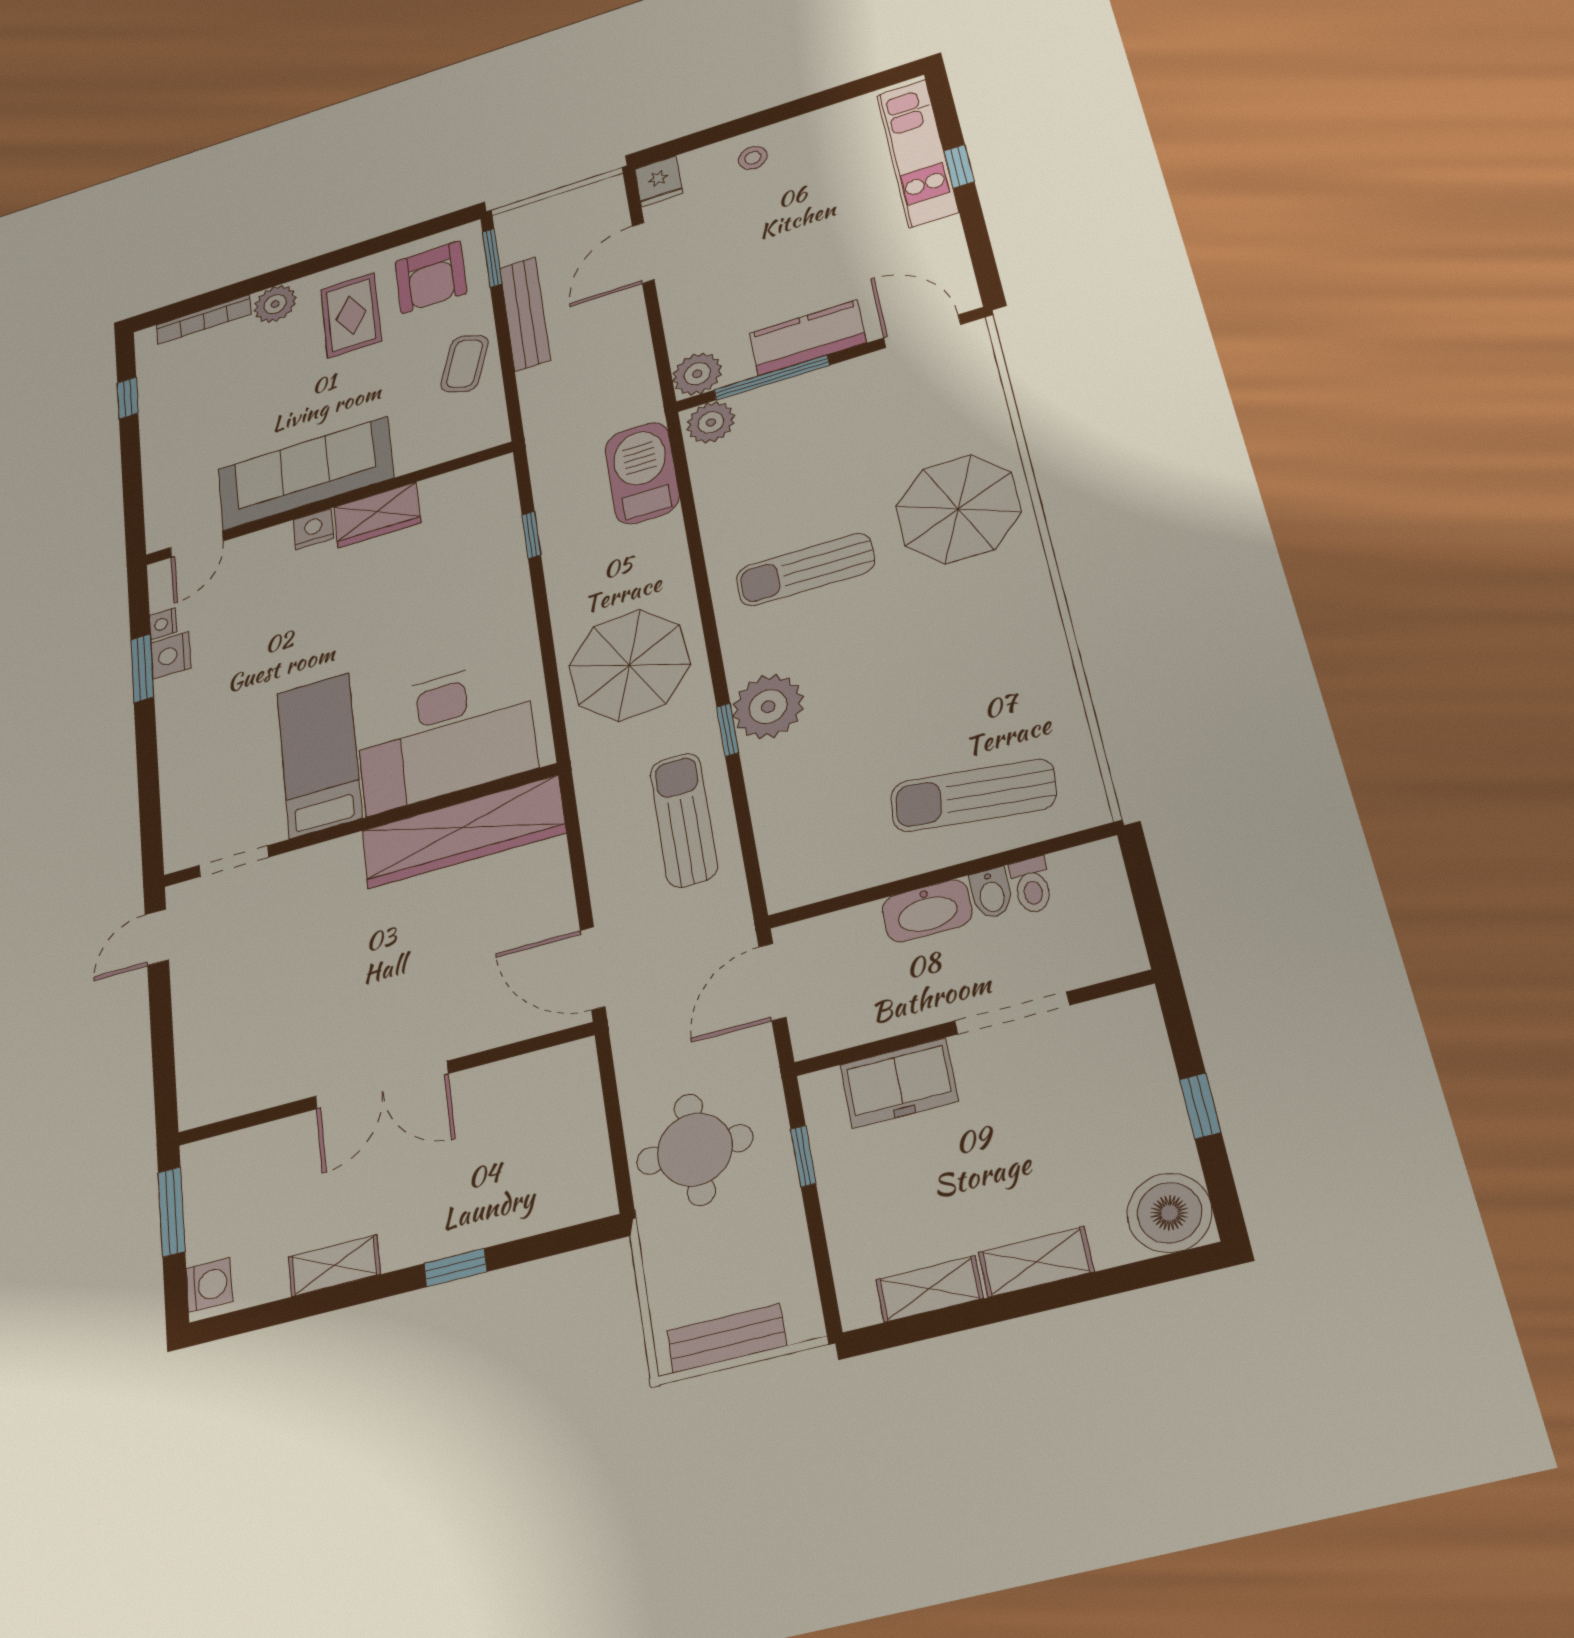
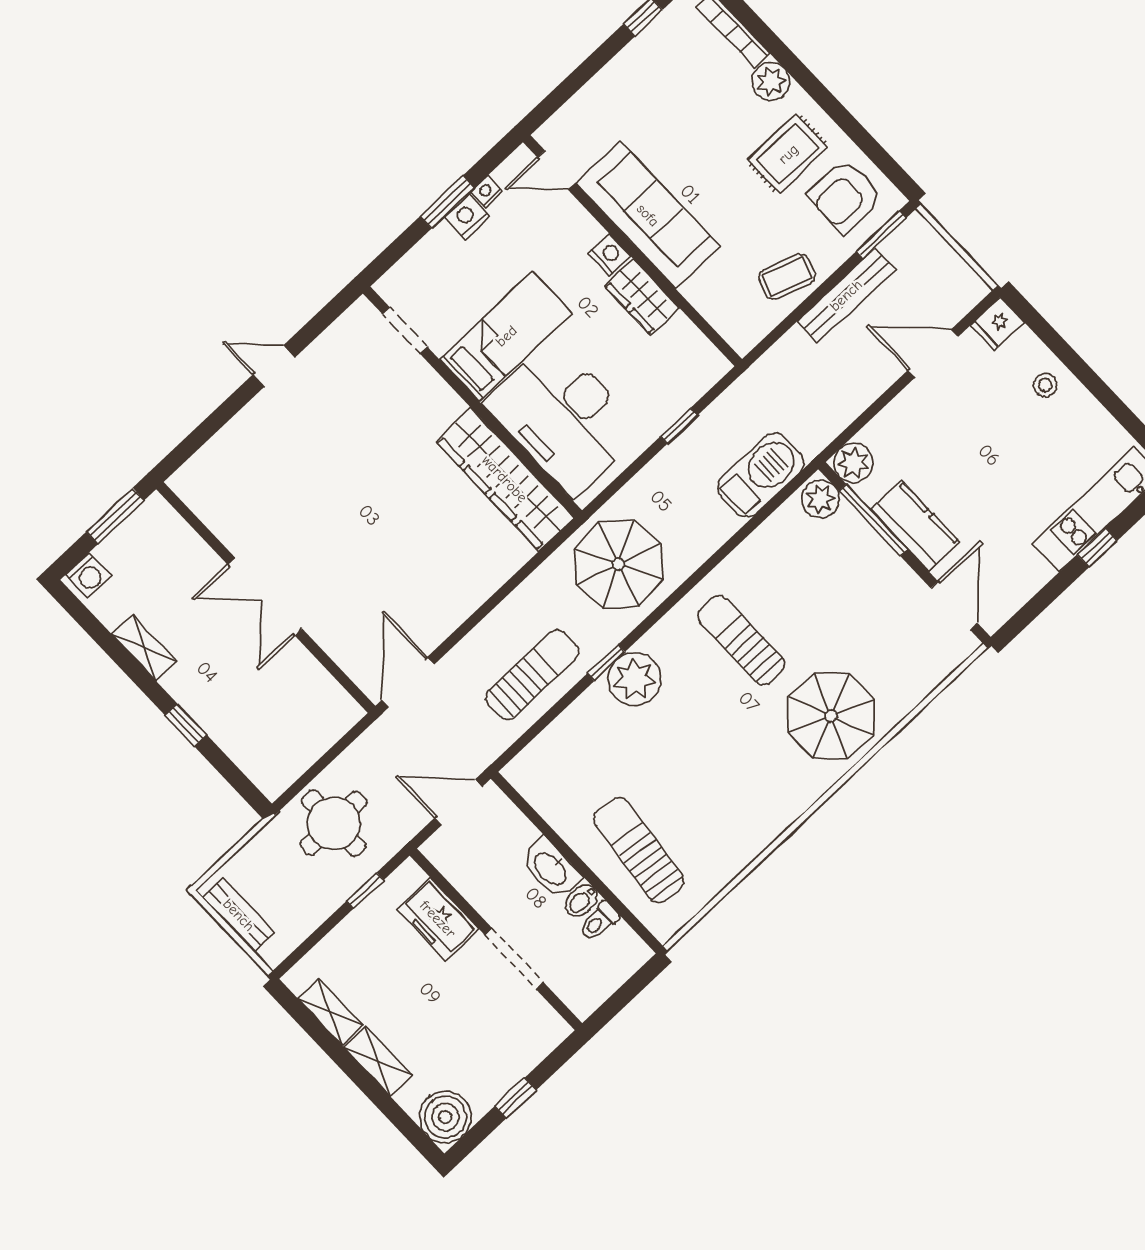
desk: (445, 735) -> (563, 418), moved
bed: (319, 755) -> (506, 336), moved
wall: (358, 826) -> (473, 402), moved
wardrobe: (463, 832) -> (505, 479), moved
doorway: (234, 861) -> (405, 330), moved

